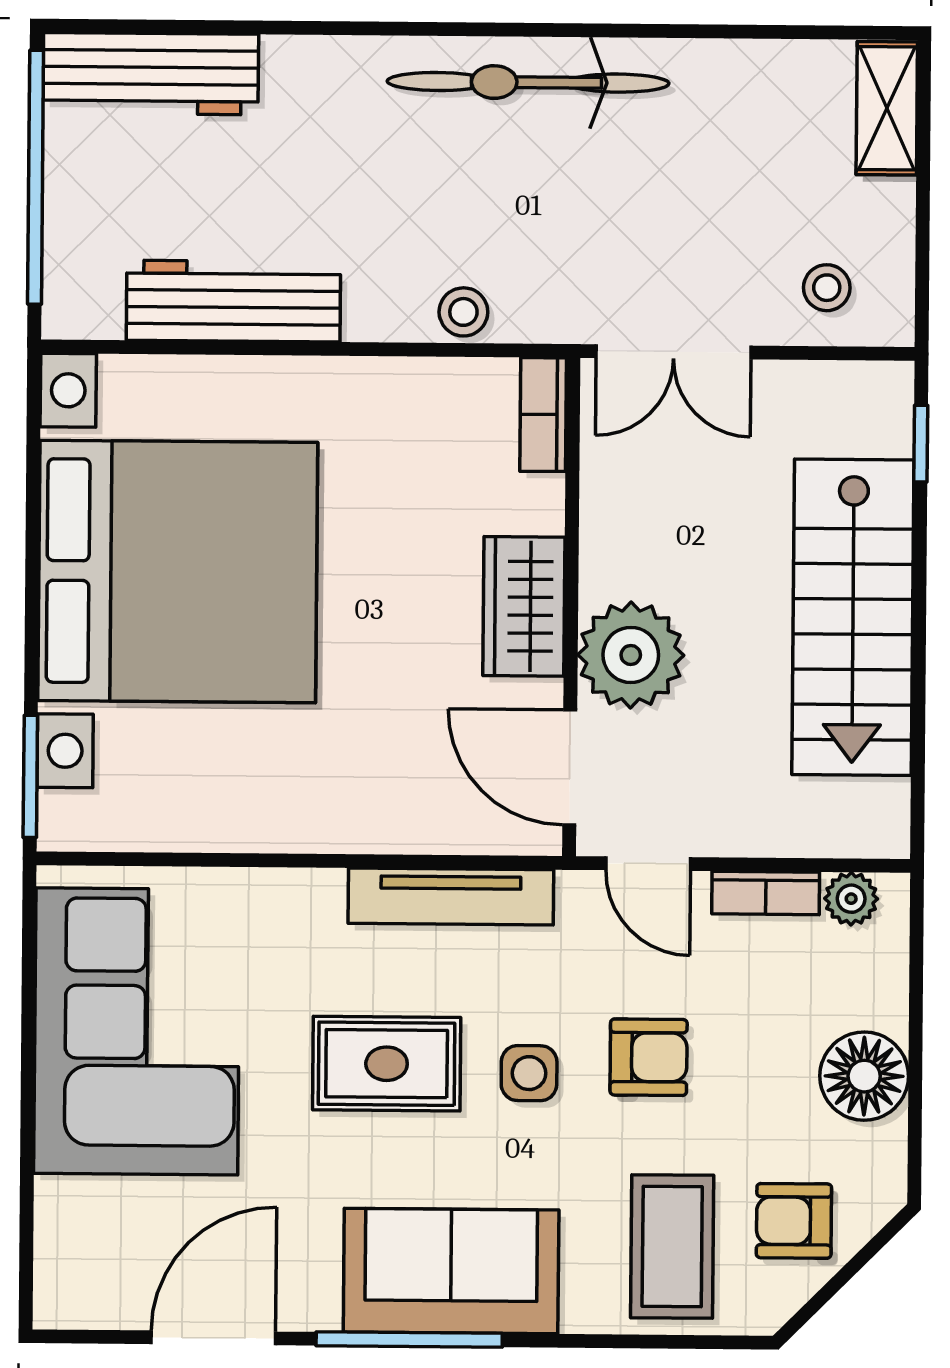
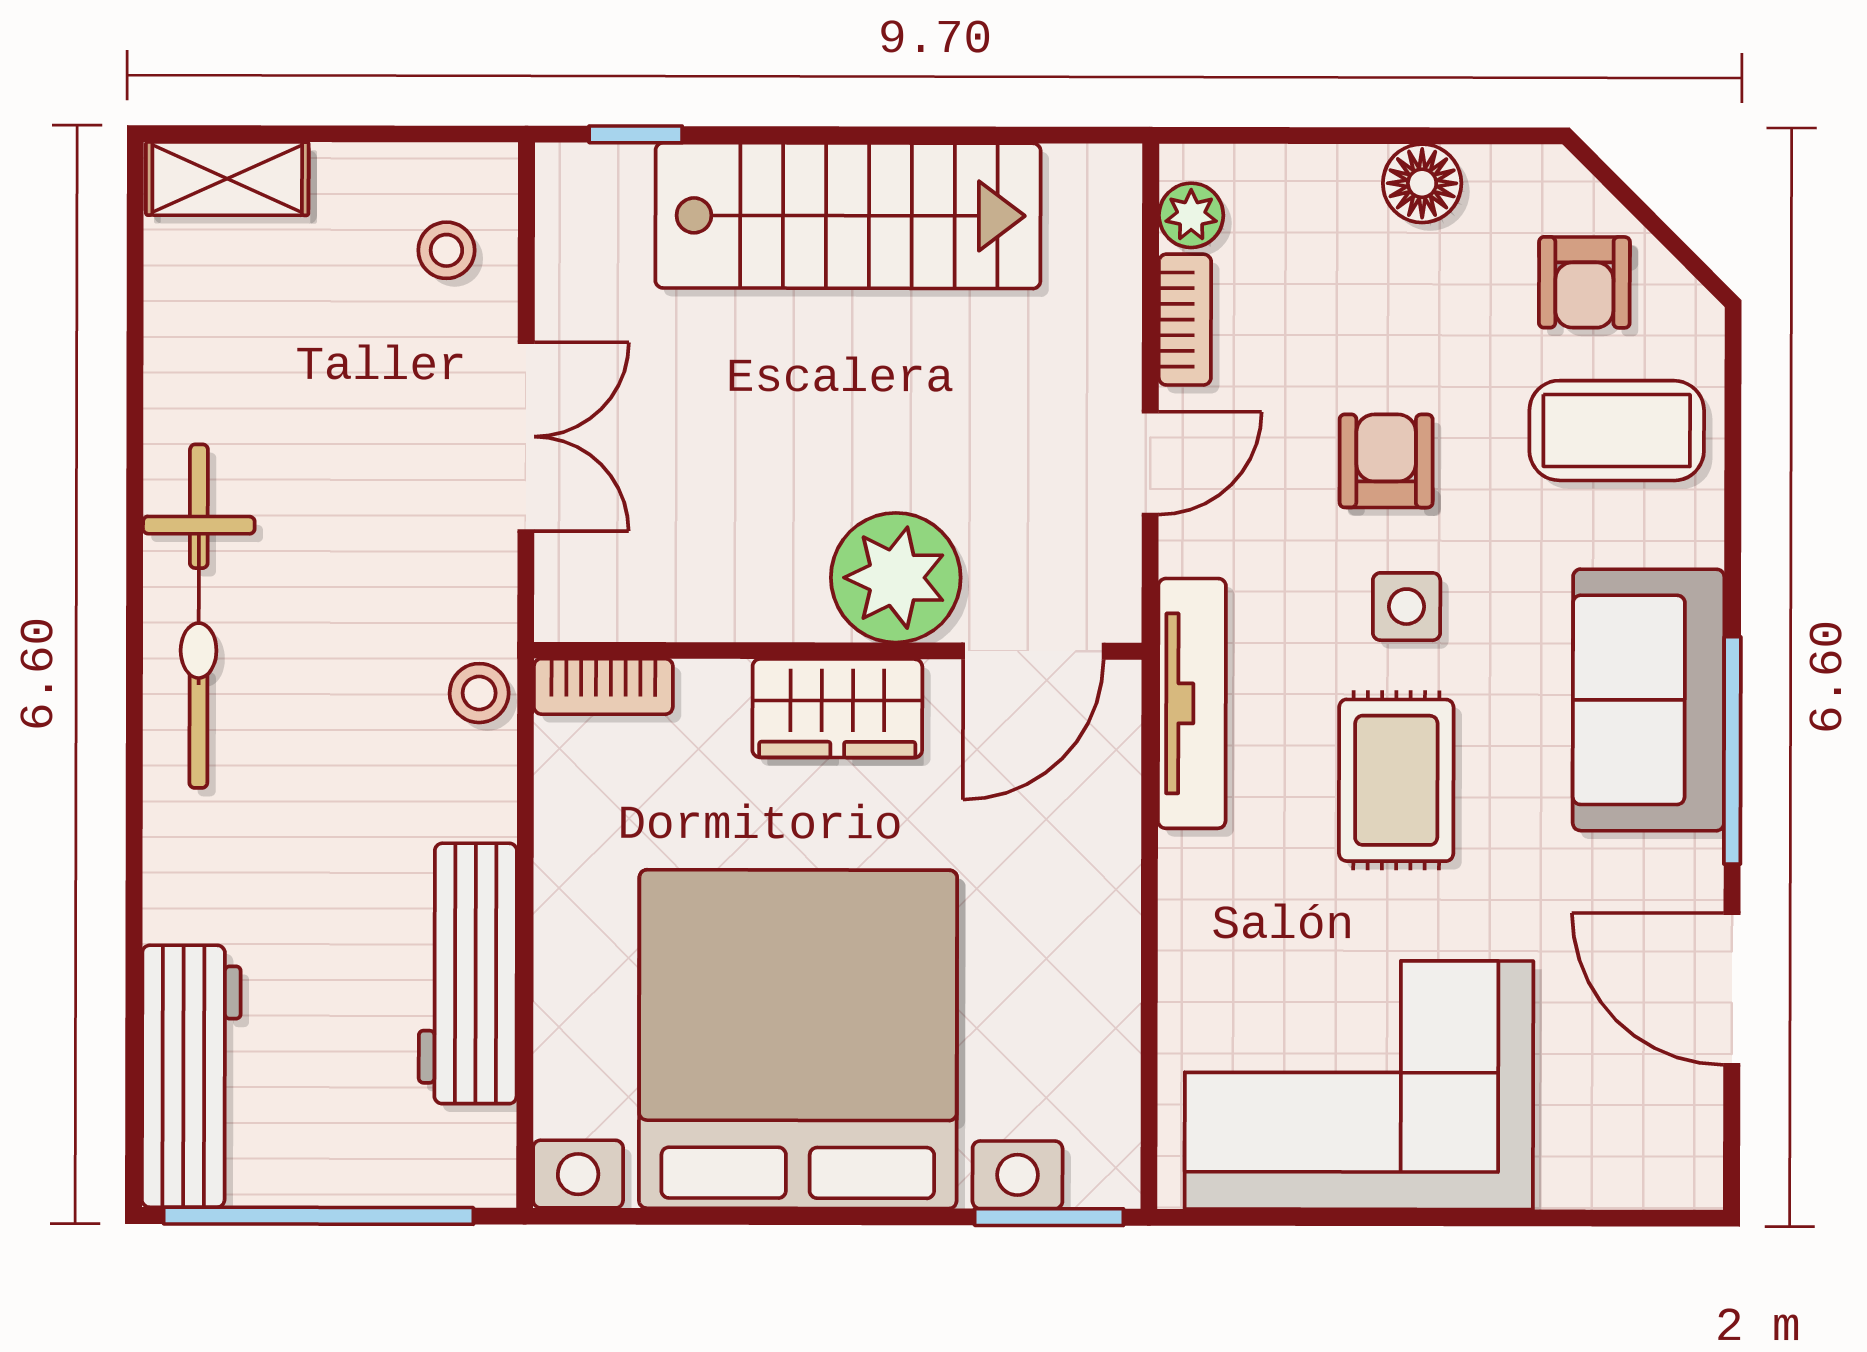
bookcase: (543, 415) -> (603, 686), moved
wardrobe: (524, 606) -> (837, 708), moved
wall: (571, 607) -> (838, 651), moved
plant: (631, 655) -> (896, 578), moved
door: (570, 767) -> (1033, 651), moved
floor lamp: (864, 1076) -> (1422, 183), width x0.73, depth x0.73

